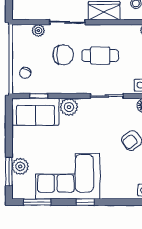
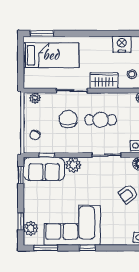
plant: (38, 31) -> (35, 98), moved
chair: (63, 55) -> (68, 119), turned -90
window: (9, 119) -> (21, 175), added
plant: (20, 166) -> (31, 228), moved
window: (9, 172) -> (21, 221), width x0.67

